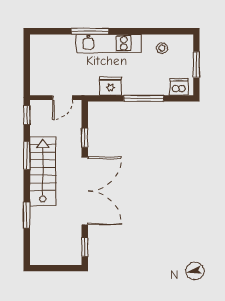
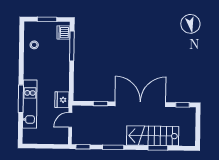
kitchen unit: (109, 43) -> (30, 104), moved
fridge: (111, 86) -> (62, 100), moved
door: (63, 98) -> (70, 120), swing flipped
window: (144, 98) -> (72, 46), moved
stairs: (43, 171) -> (153, 136), moved

